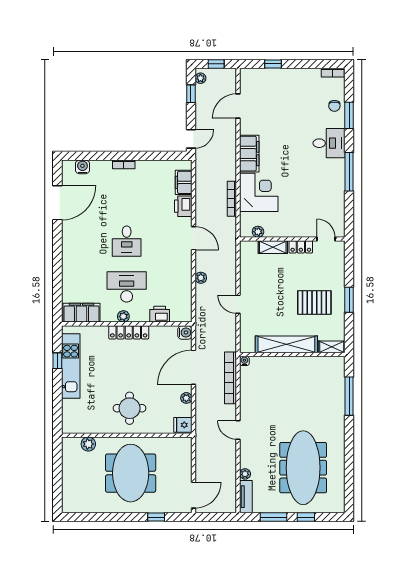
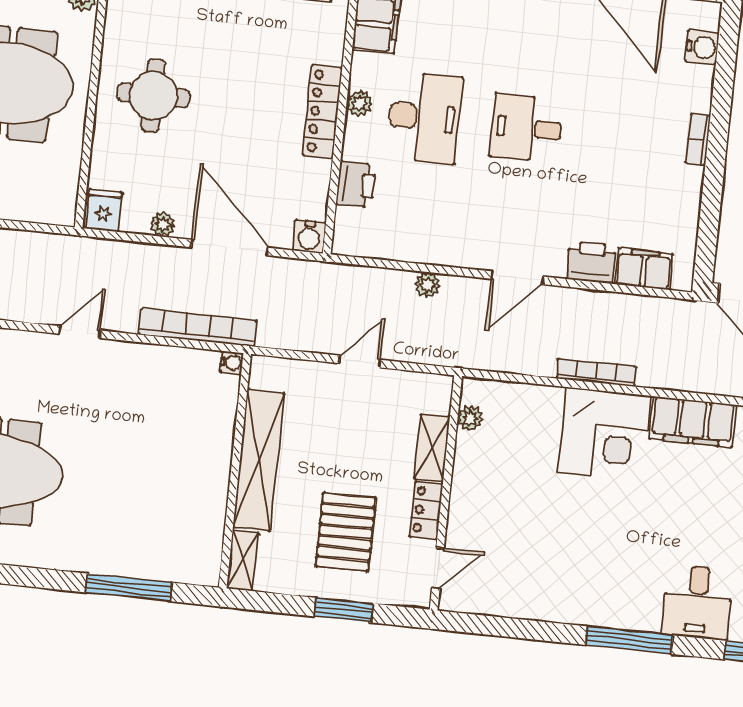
plant: (258, 232) -> (470, 418), moved
wall: (292, 239) -> (446, 493), moved
door: (326, 239) -> (438, 568), moved
shelving: (273, 247) -> (432, 448), moved
locker: (301, 247) -> (426, 510), moved

